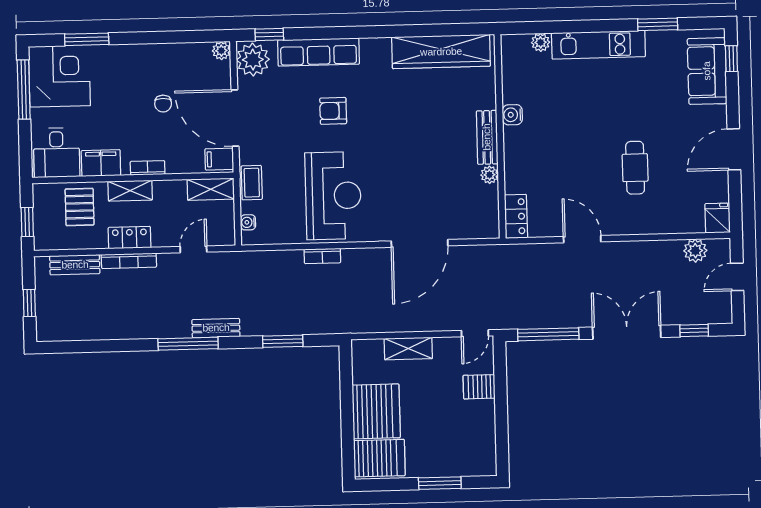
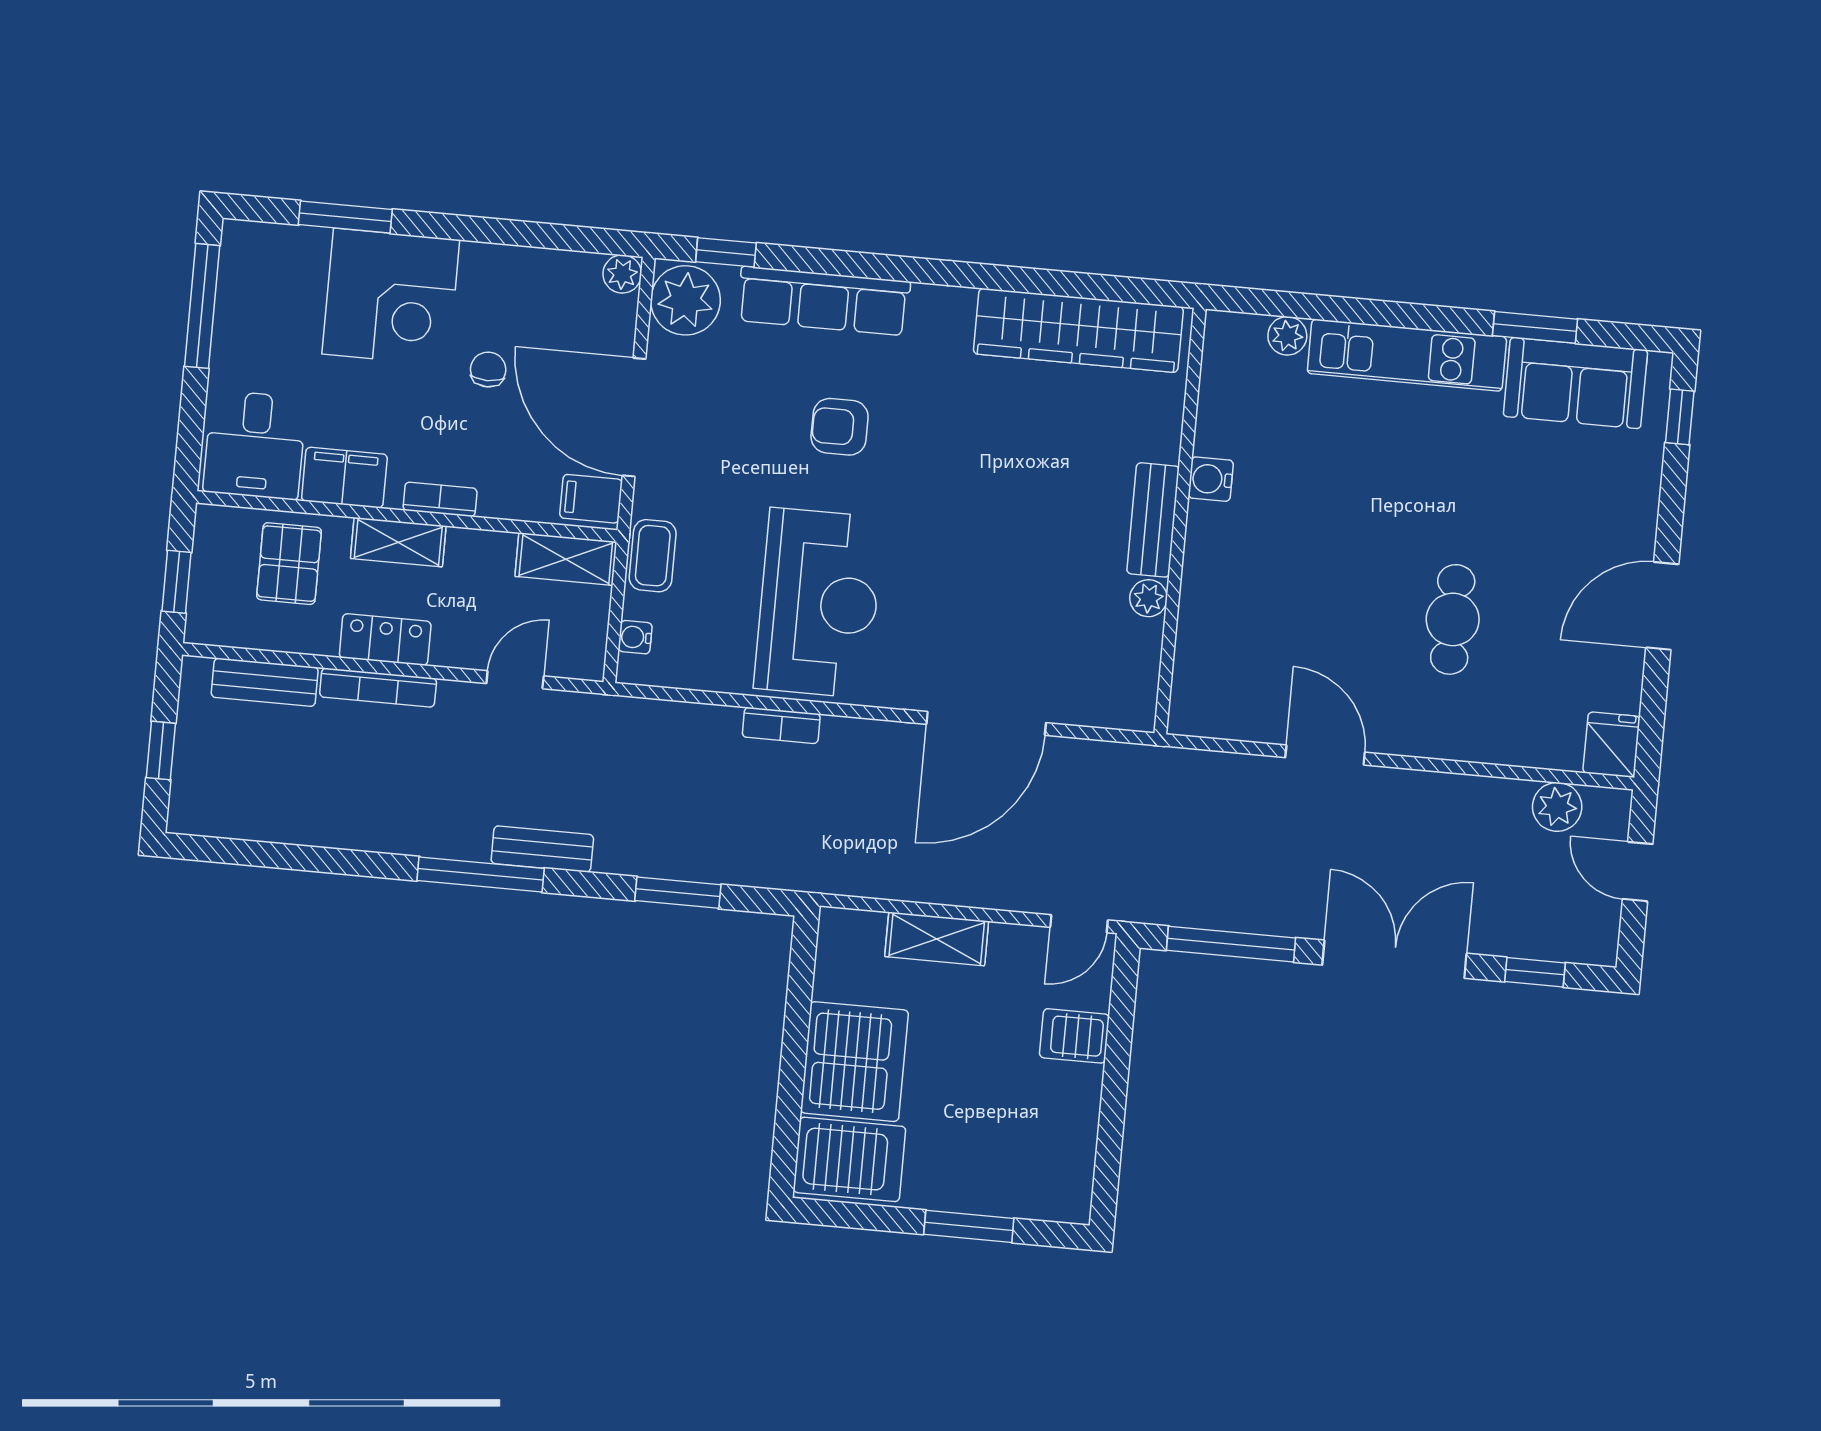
sofa: (707, 71) -> (1575, 383), moved, turned -90
corner desk: (59, 76) -> (391, 297), moved, turned 90
chair: (163, 104) -> (488, 370), turned 180
locker: (516, 216) -> (1193, 691), removed
door: (737, 277) -> (1638, 872), hinge flipped

